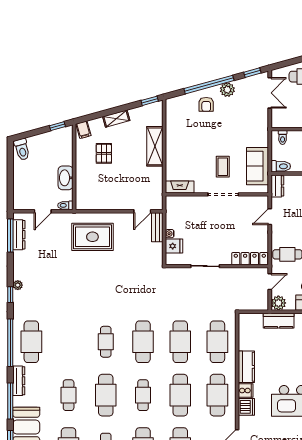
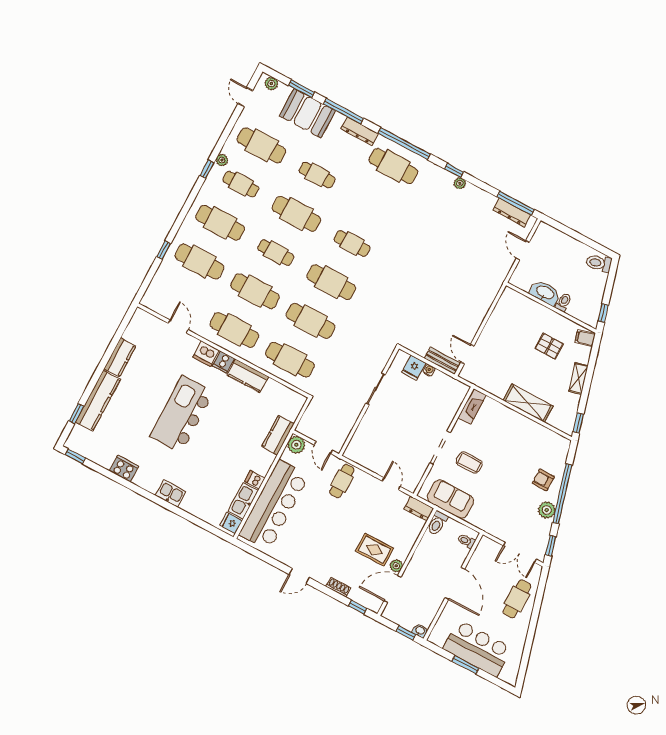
toilet: (65, 205) -> (563, 302), moved
rug: (92, 237) -> (469, 288), removed
locker: (250, 259) -> (359, 440), removed

